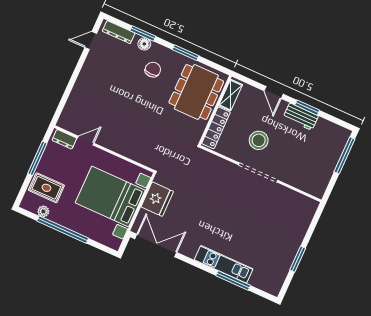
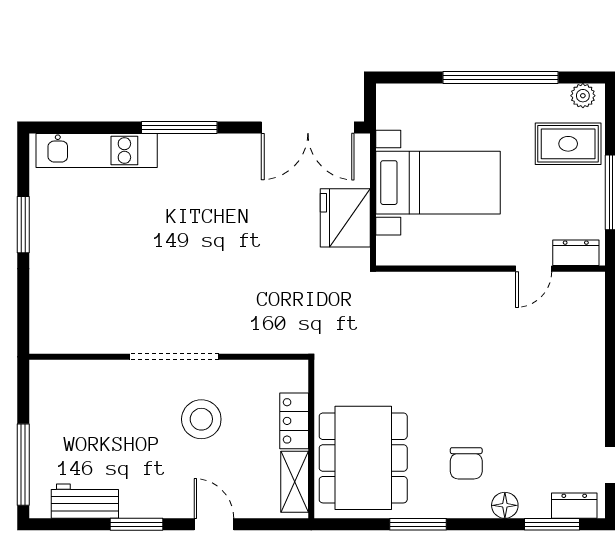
dresser: (119, 32) -> (574, 506), width x0.70
window: (143, 33) -> (552, 524), moved
workbench: (301, 117) -> (85, 501), moved
locker: (216, 128) -> (294, 421), width x0.66
bed with nightstands: (110, 196) -> (438, 183), width x0.73
plant: (43, 211) -> (583, 96), moved
kitchen unit: (224, 264) -> (97, 150), moved
window: (233, 280) -> (179, 128), moved

